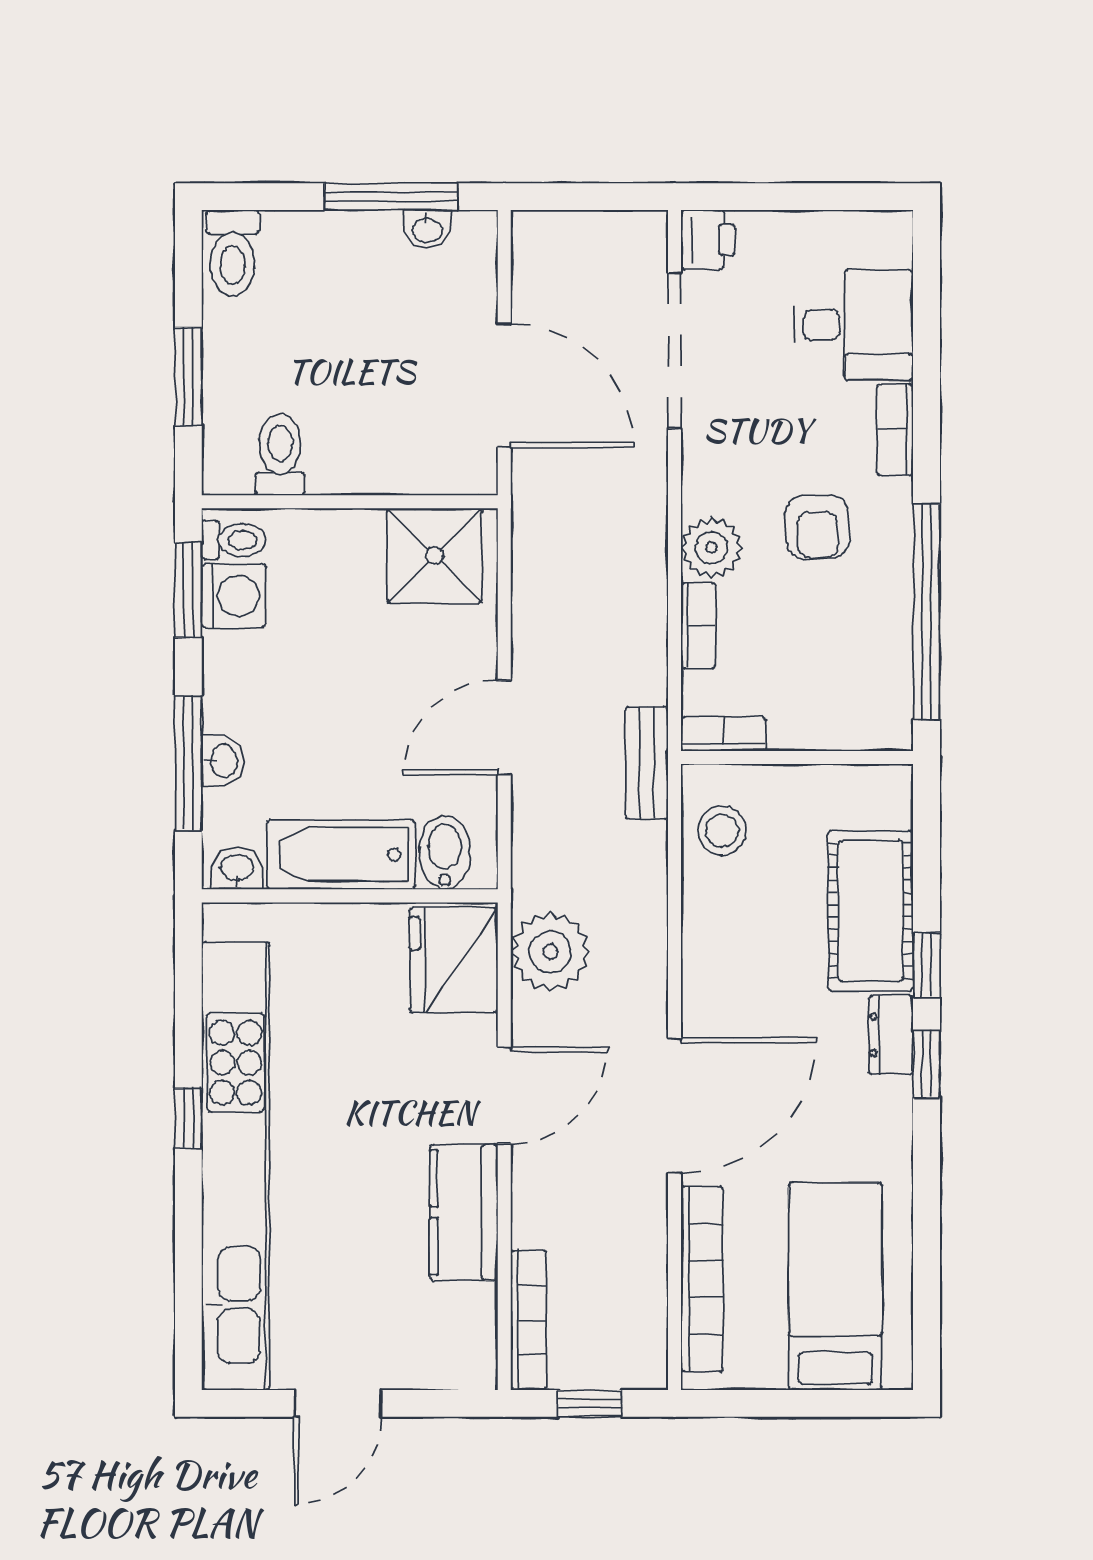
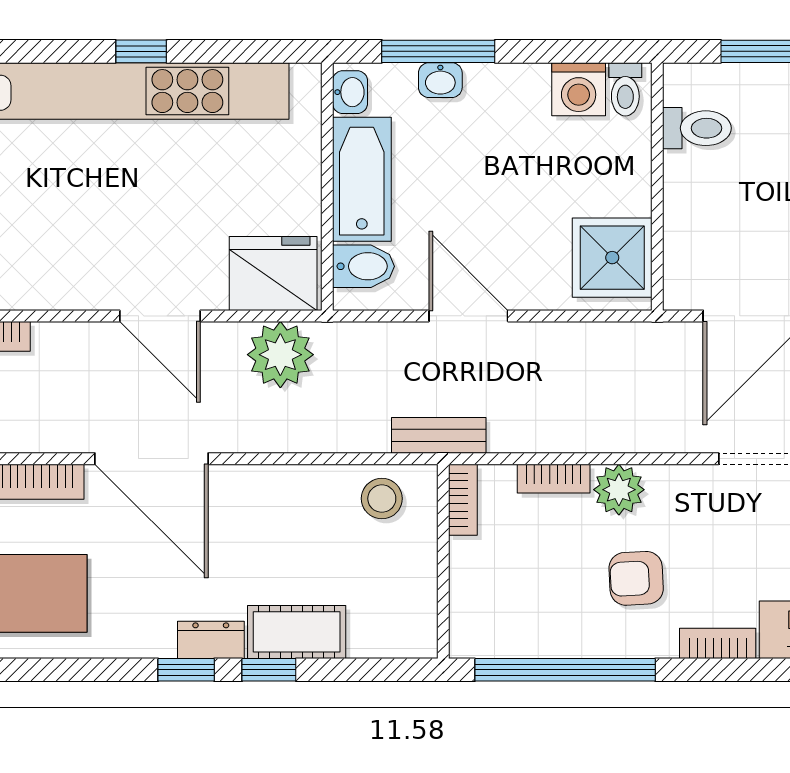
window: (188, 590) -> (583, 51), removed
cot: (871, 911) -> (297, 632), width x0.73, depth x0.75
kitchen counter: (464, 1212) -> (62, 282), removed

